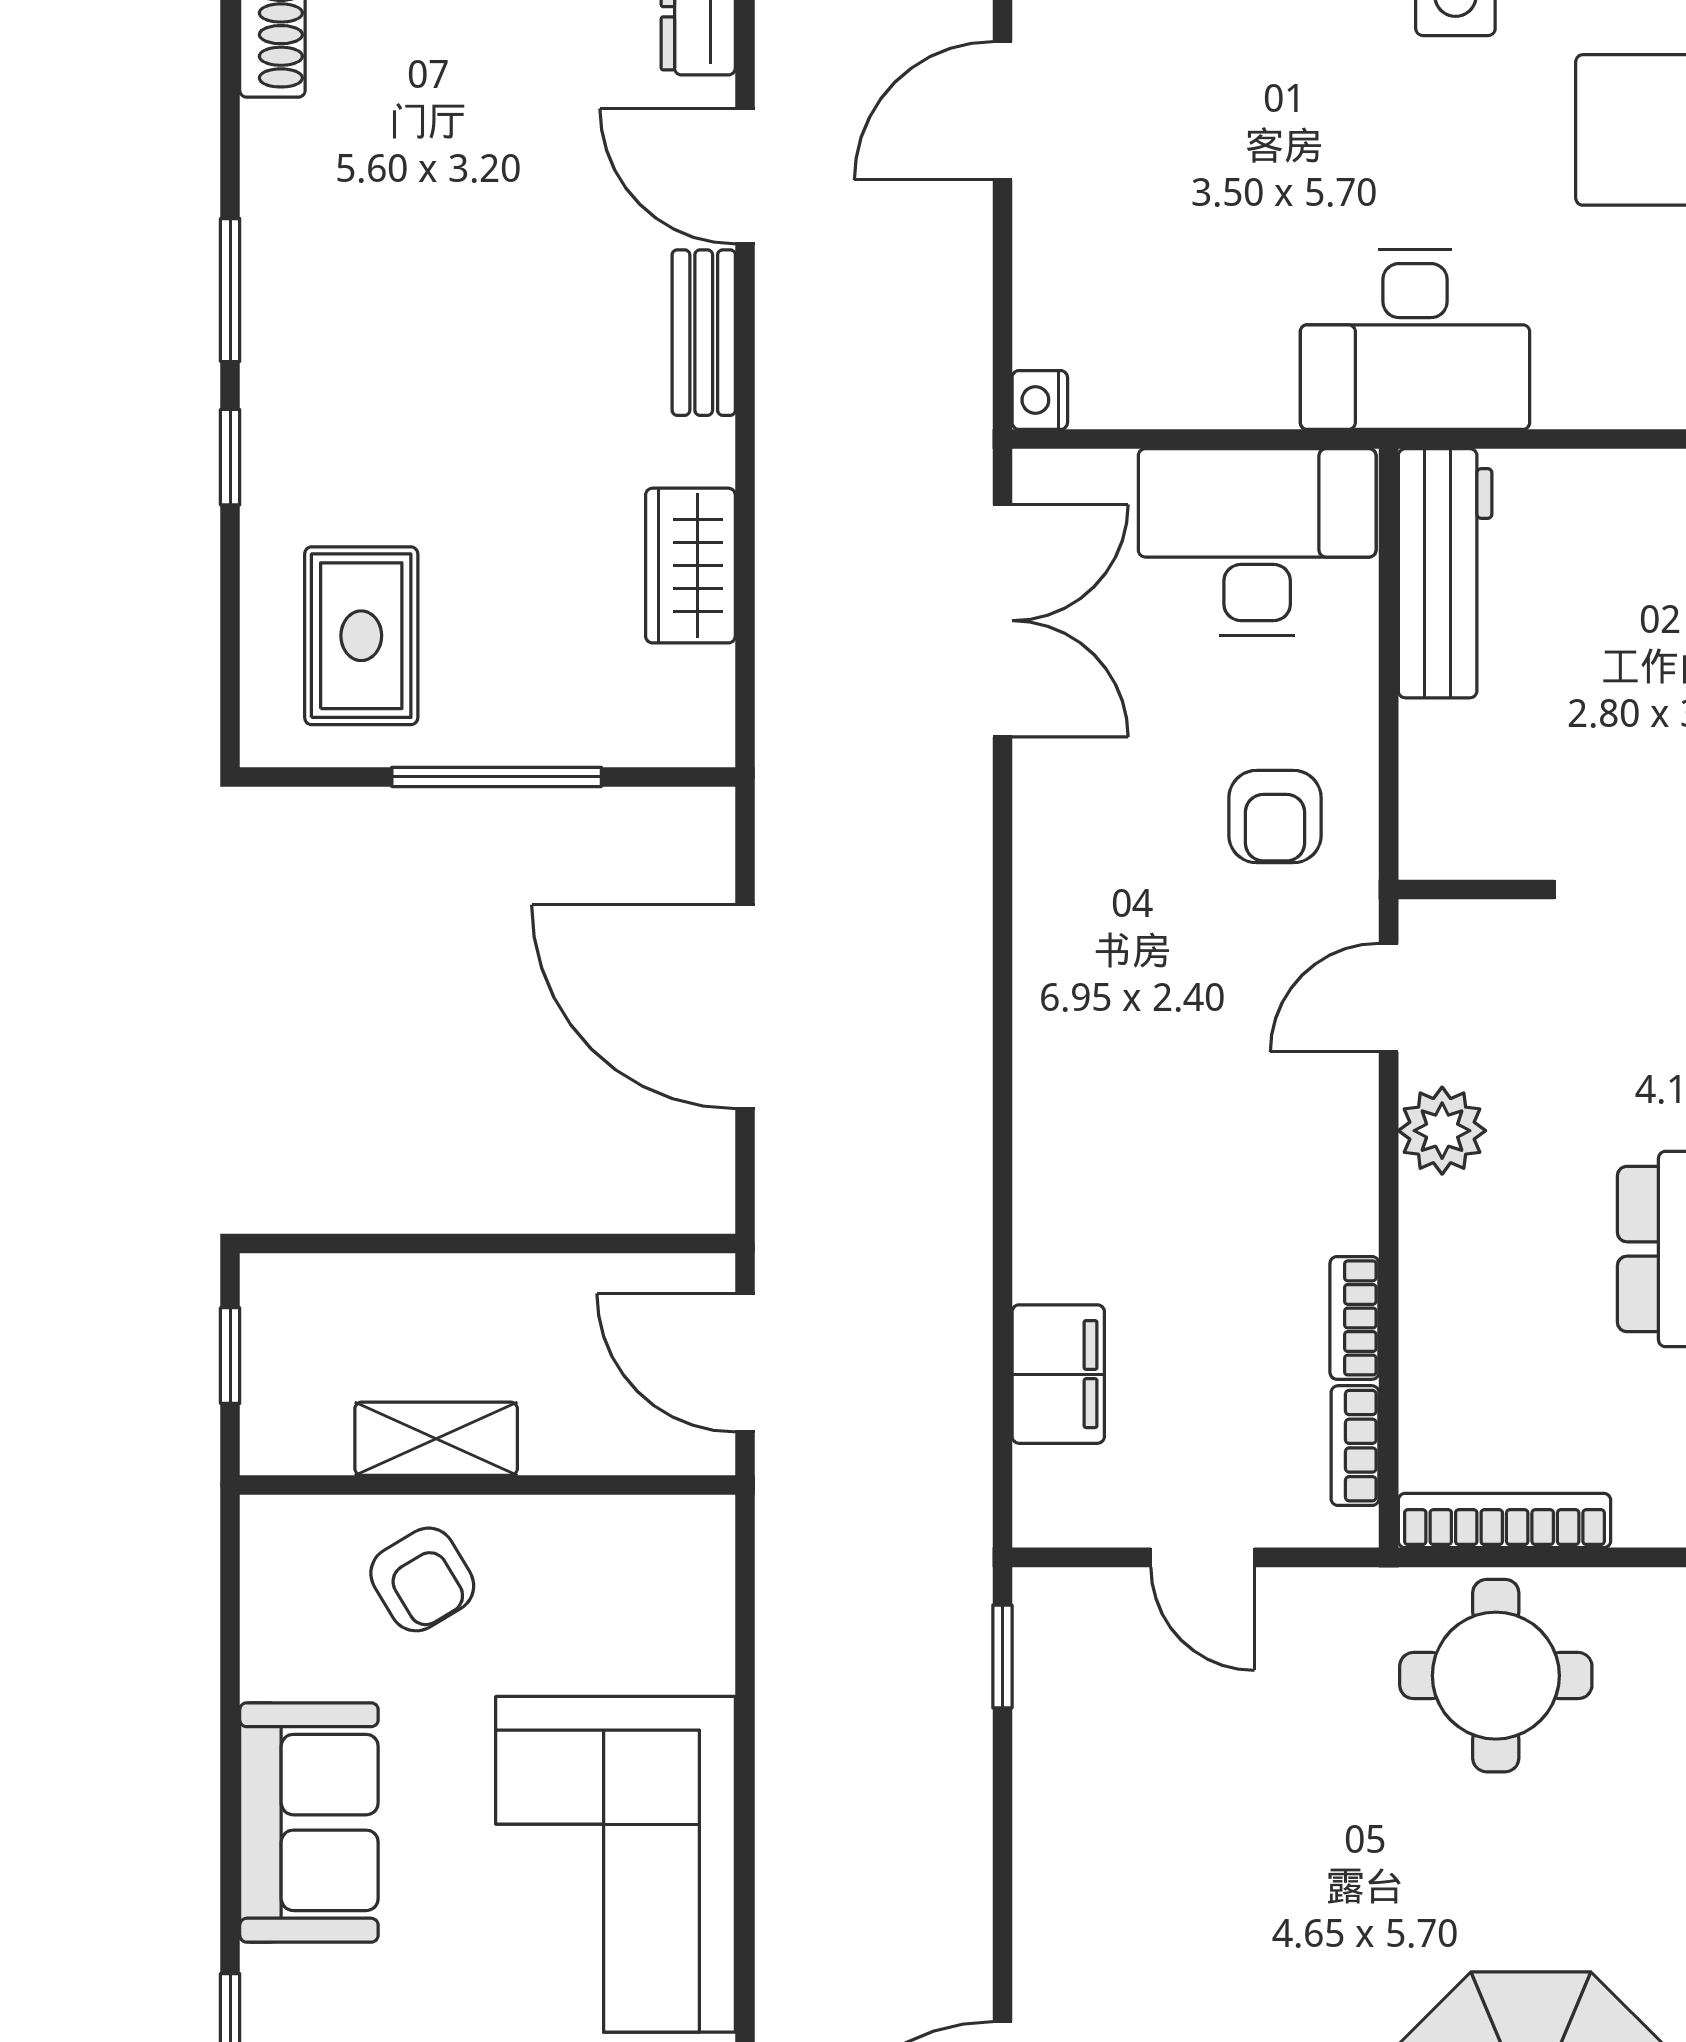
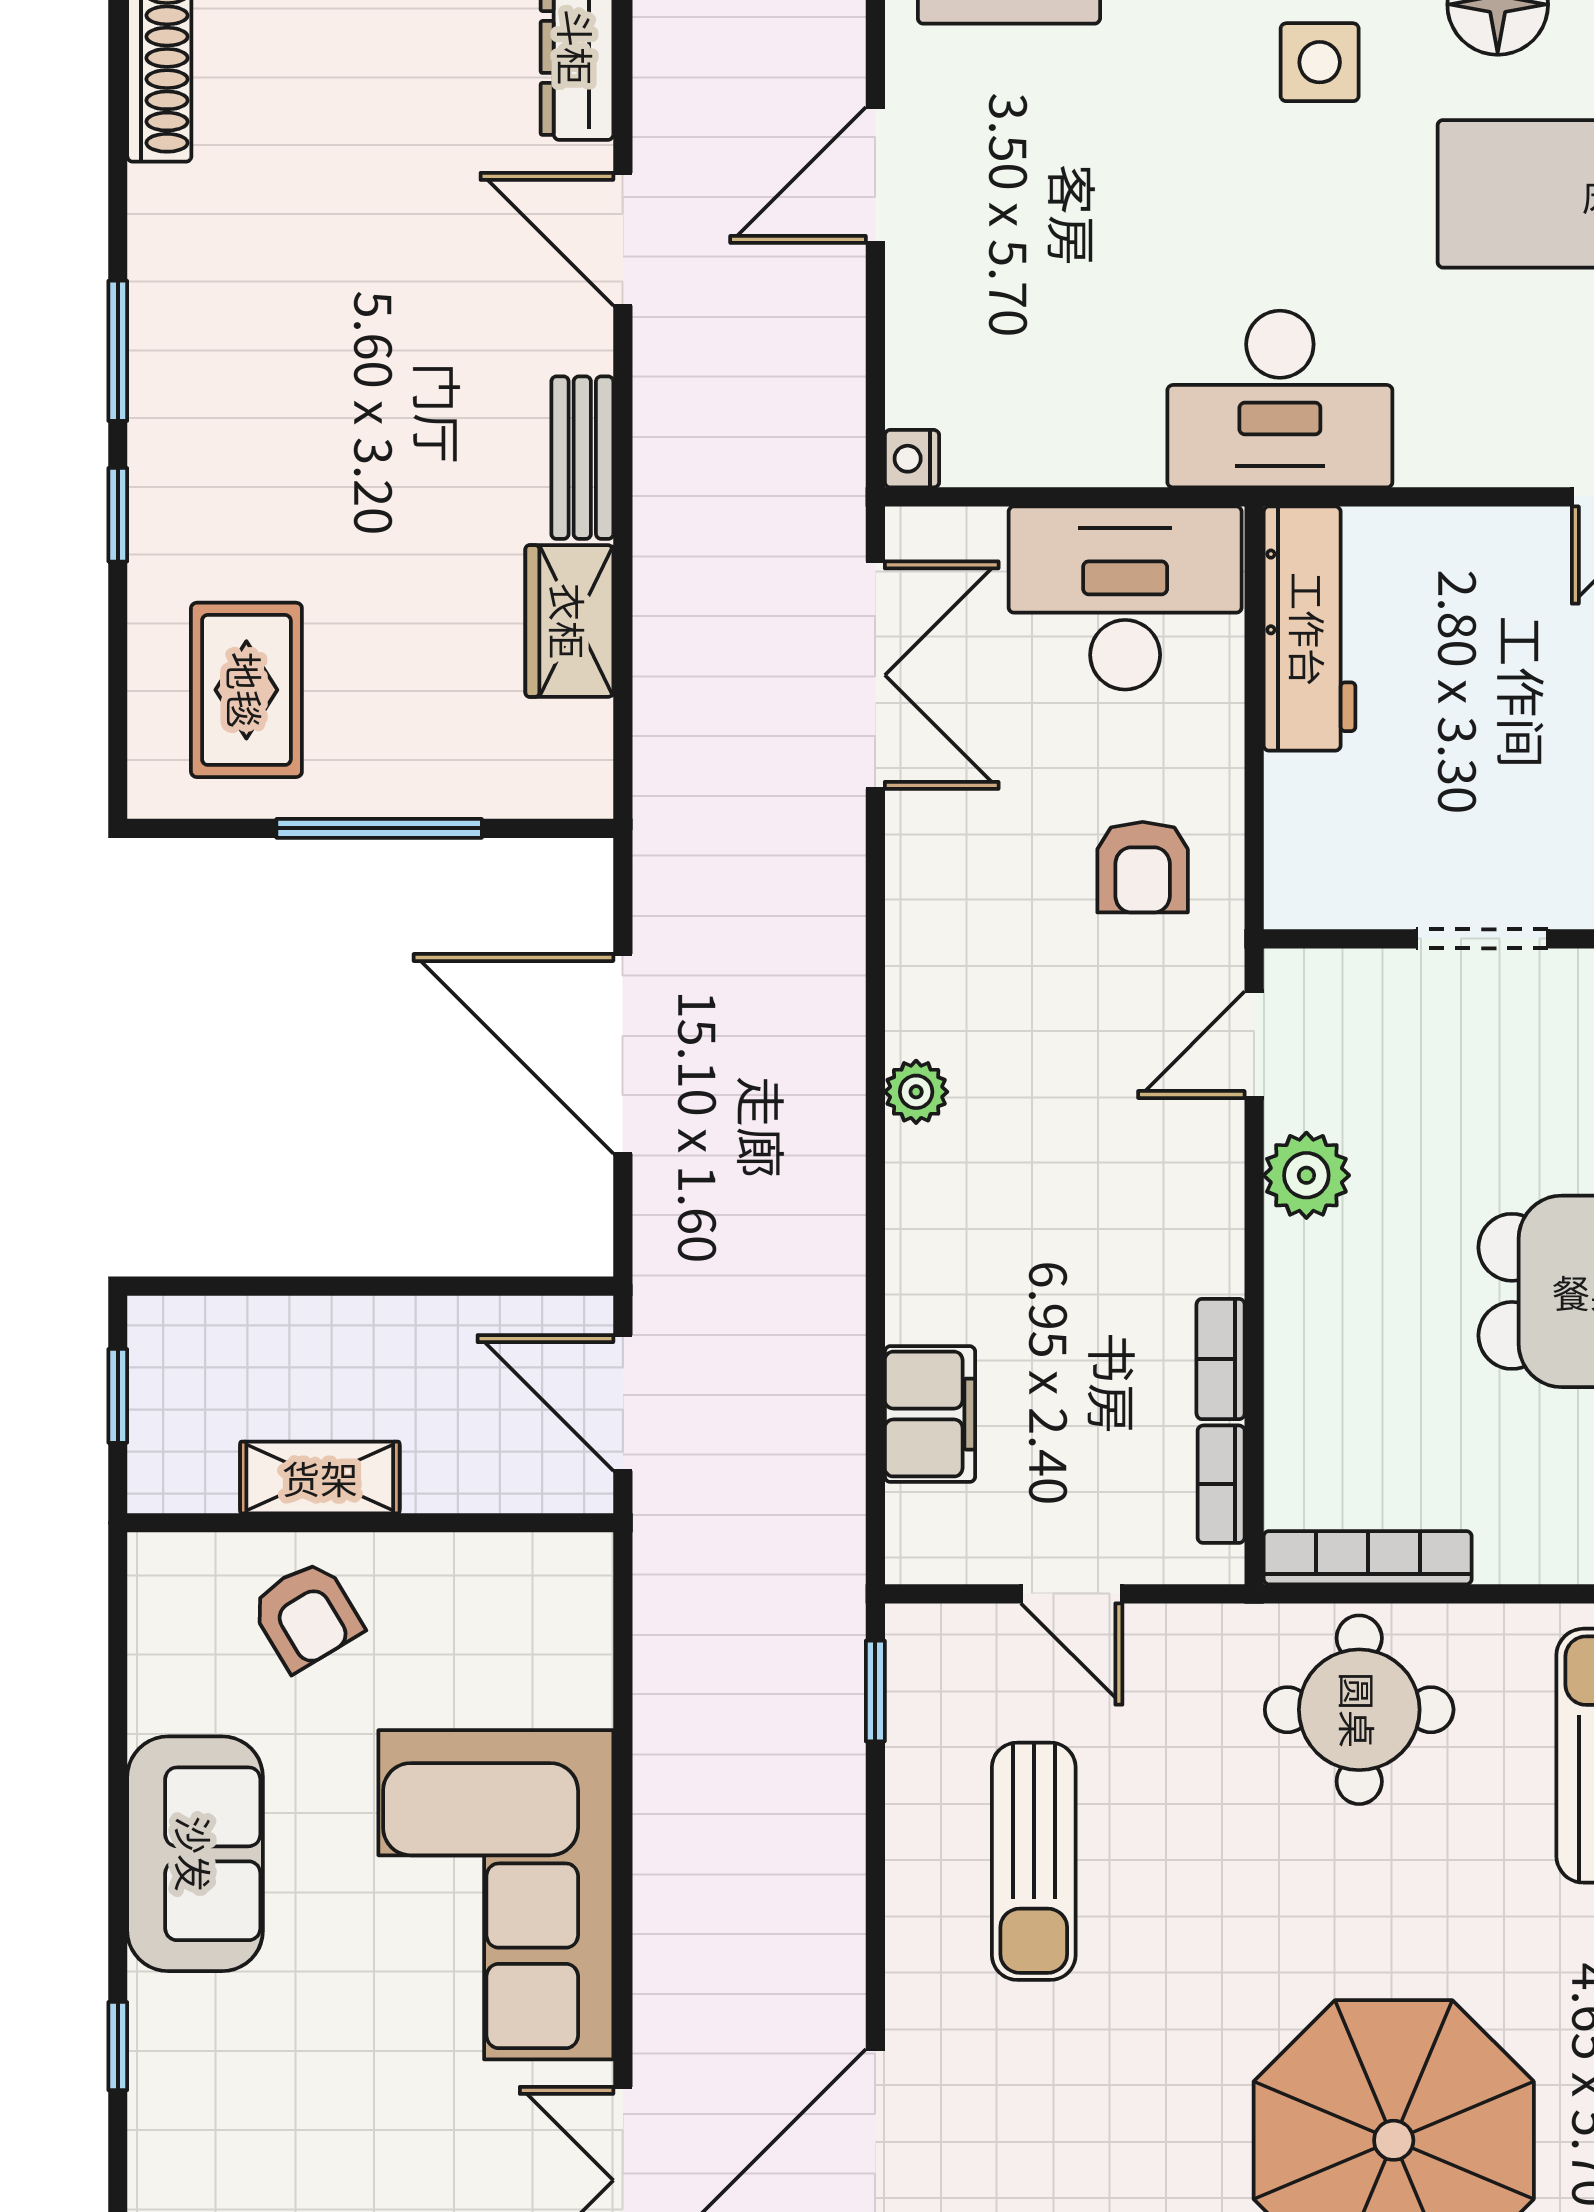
bench: (704, 333) -> (582, 458), moved
plant: (1044, 1046) -> (916, 1092), added
sun lounger: (1164, 1830) -> (1034, 1861), added

